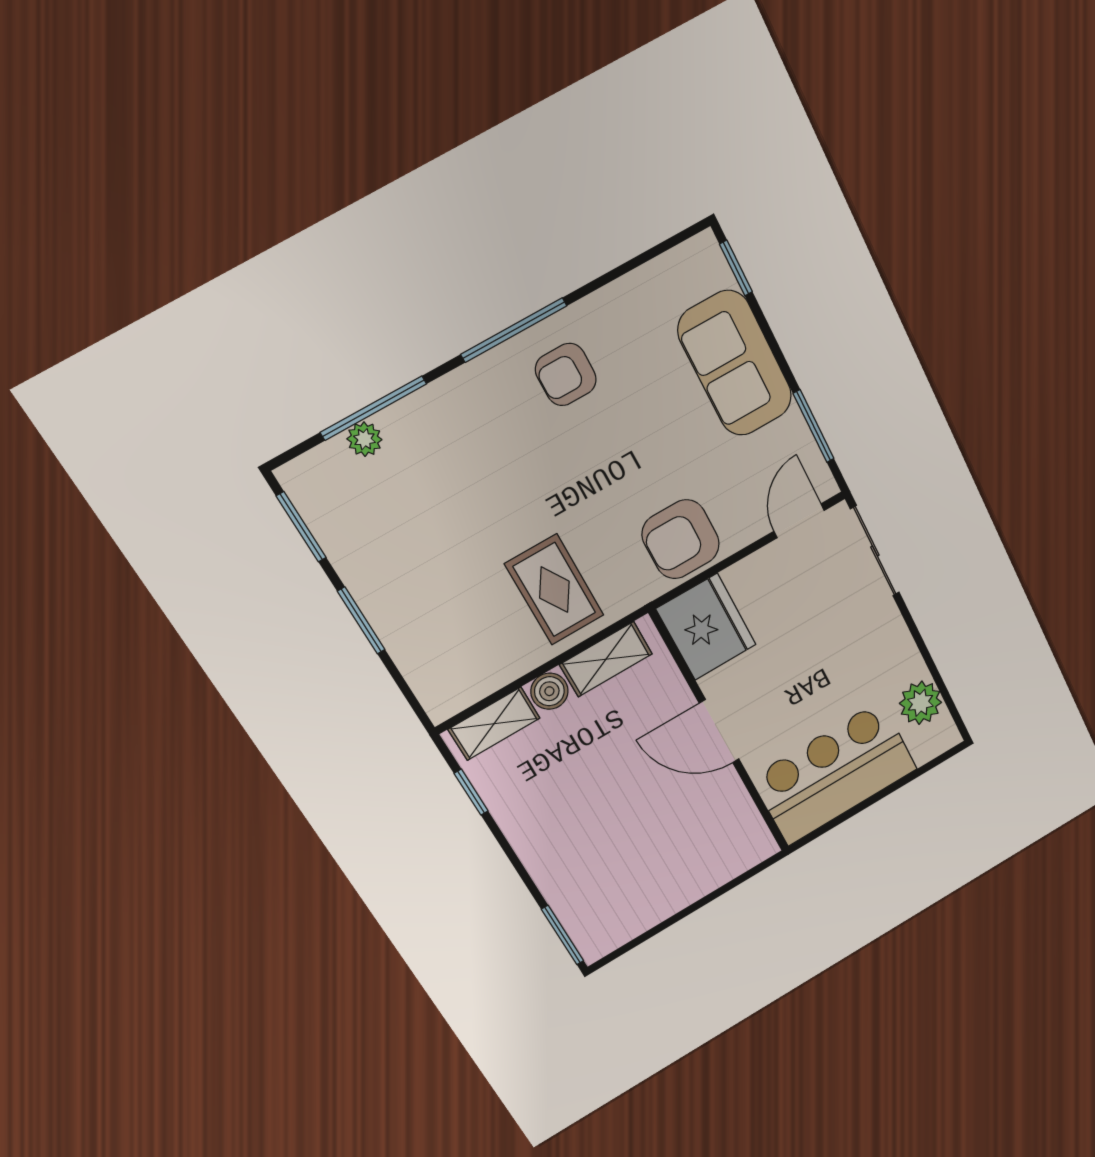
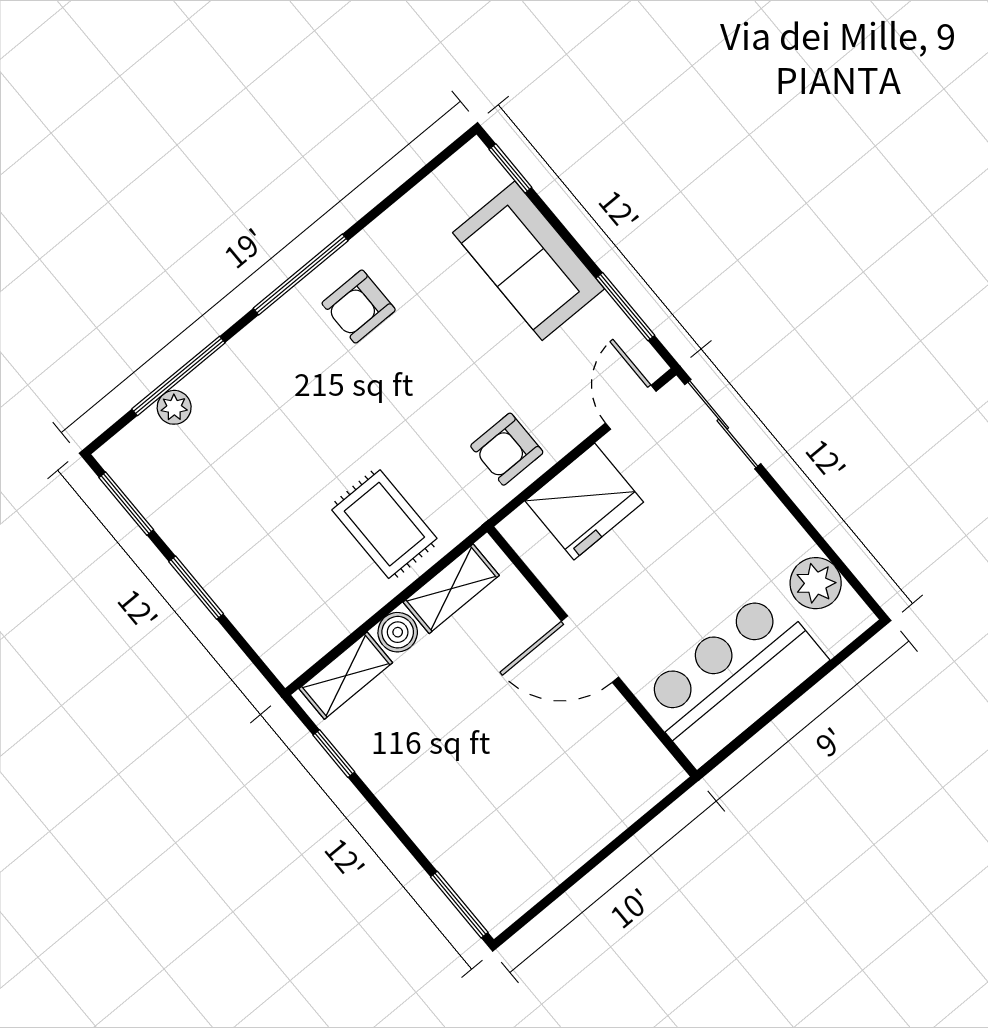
armchair: (681, 539) -> (507, 449), width x0.72, depth x0.72
fridge: (706, 627) -> (584, 502), moved, turned 90

